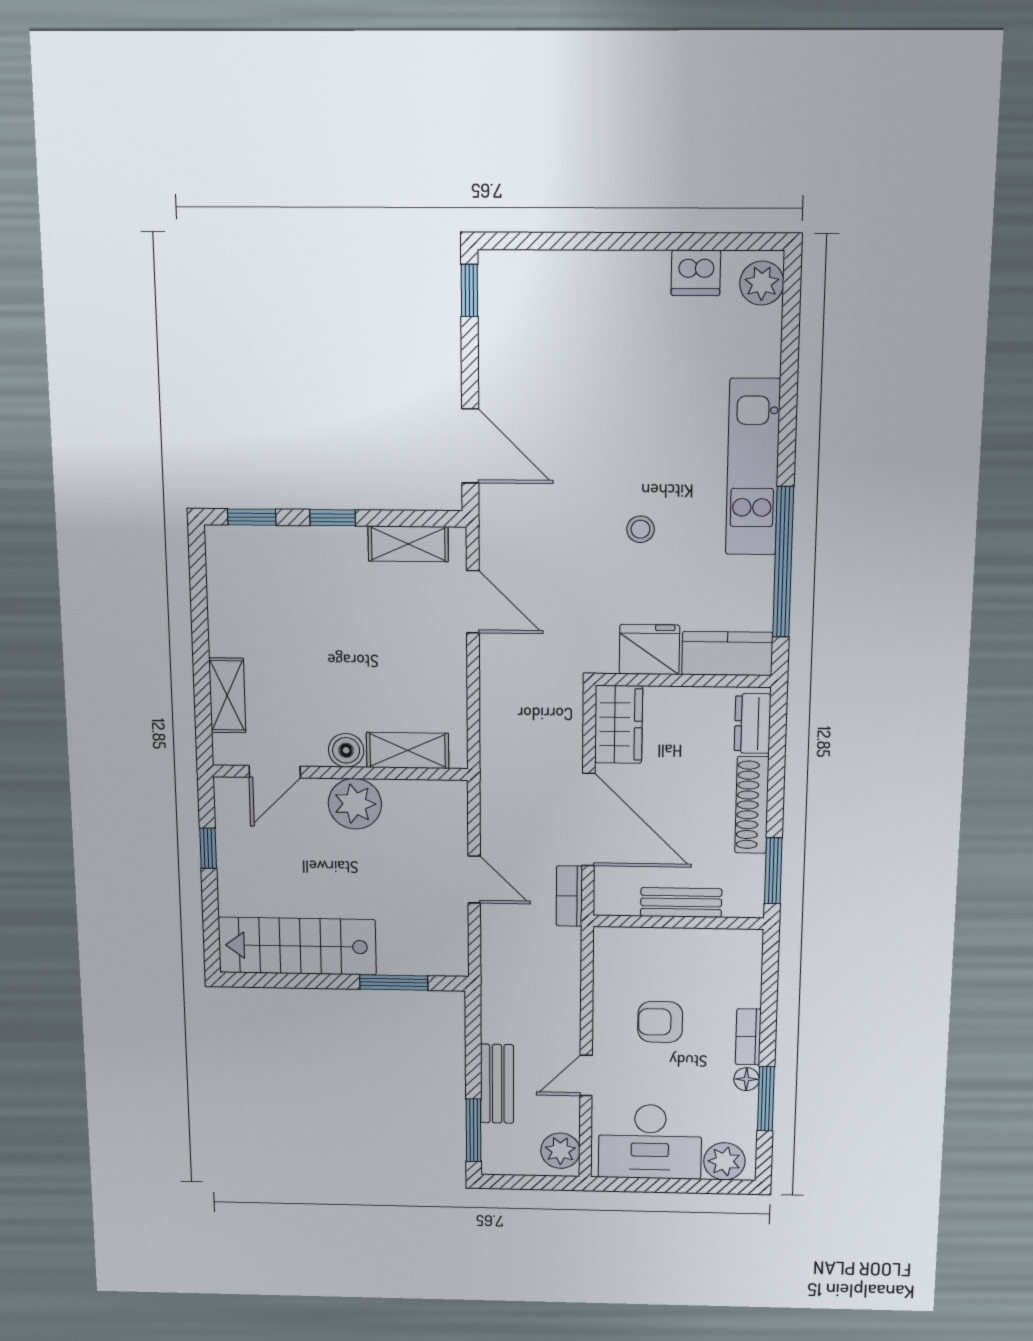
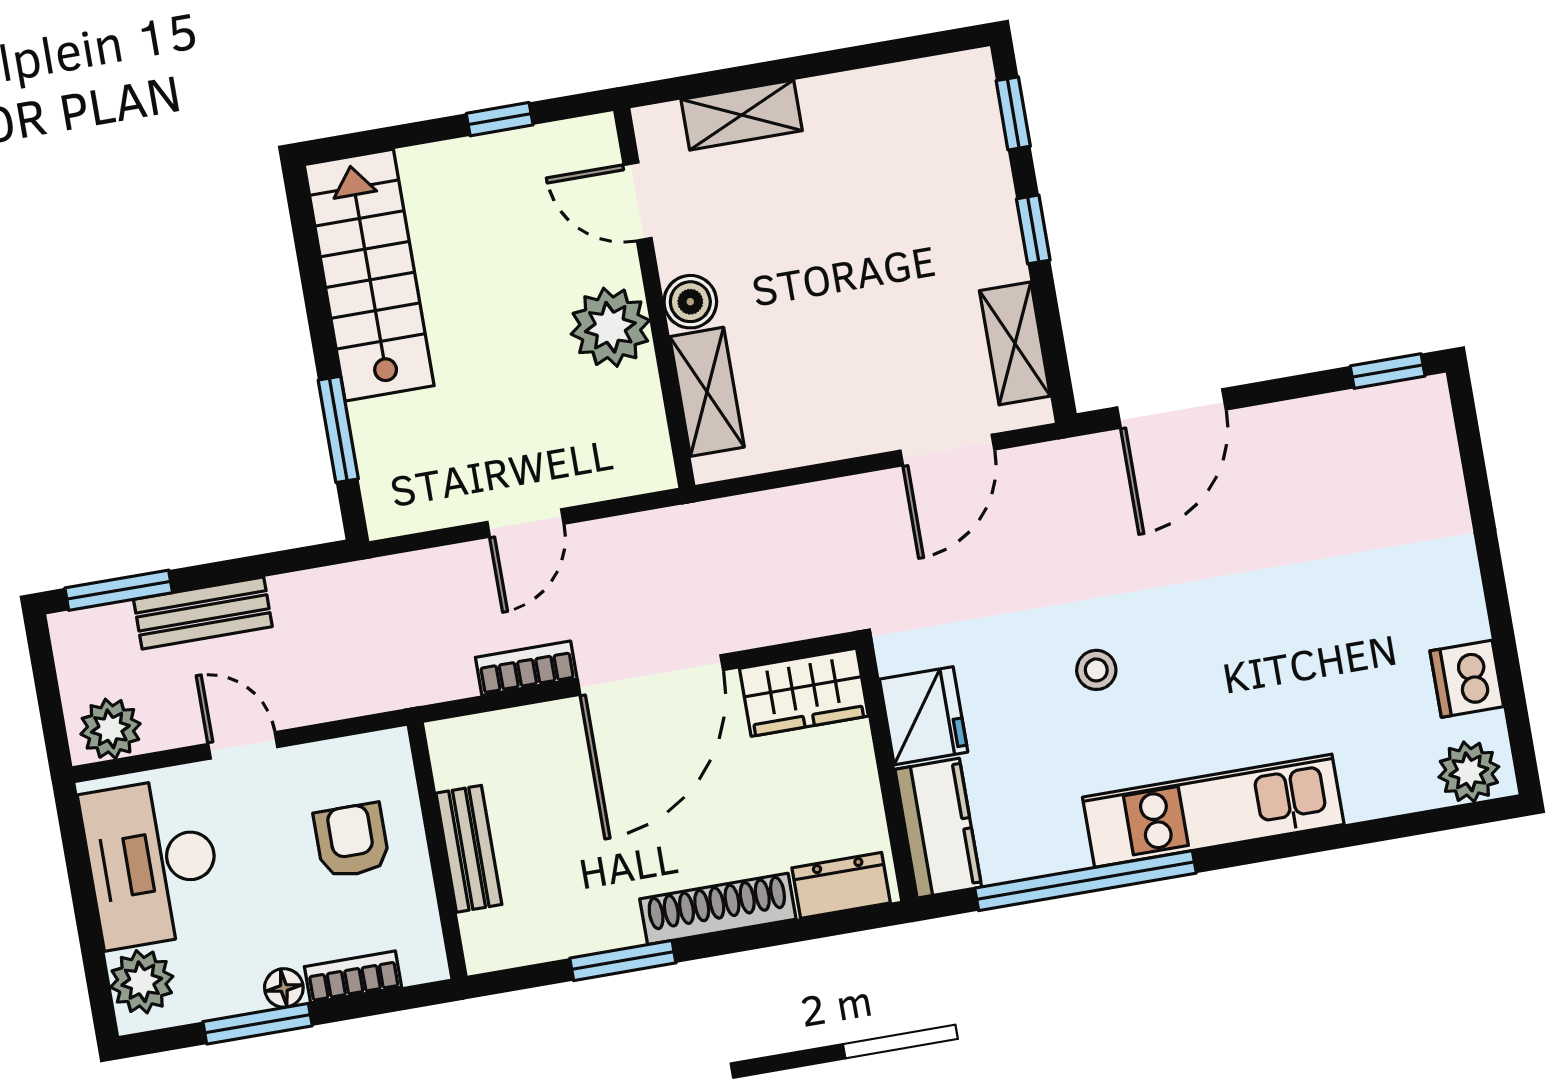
bench: (681, 902) -> (469, 849), moved
wall: (678, 922) -> (437, 851), moved

